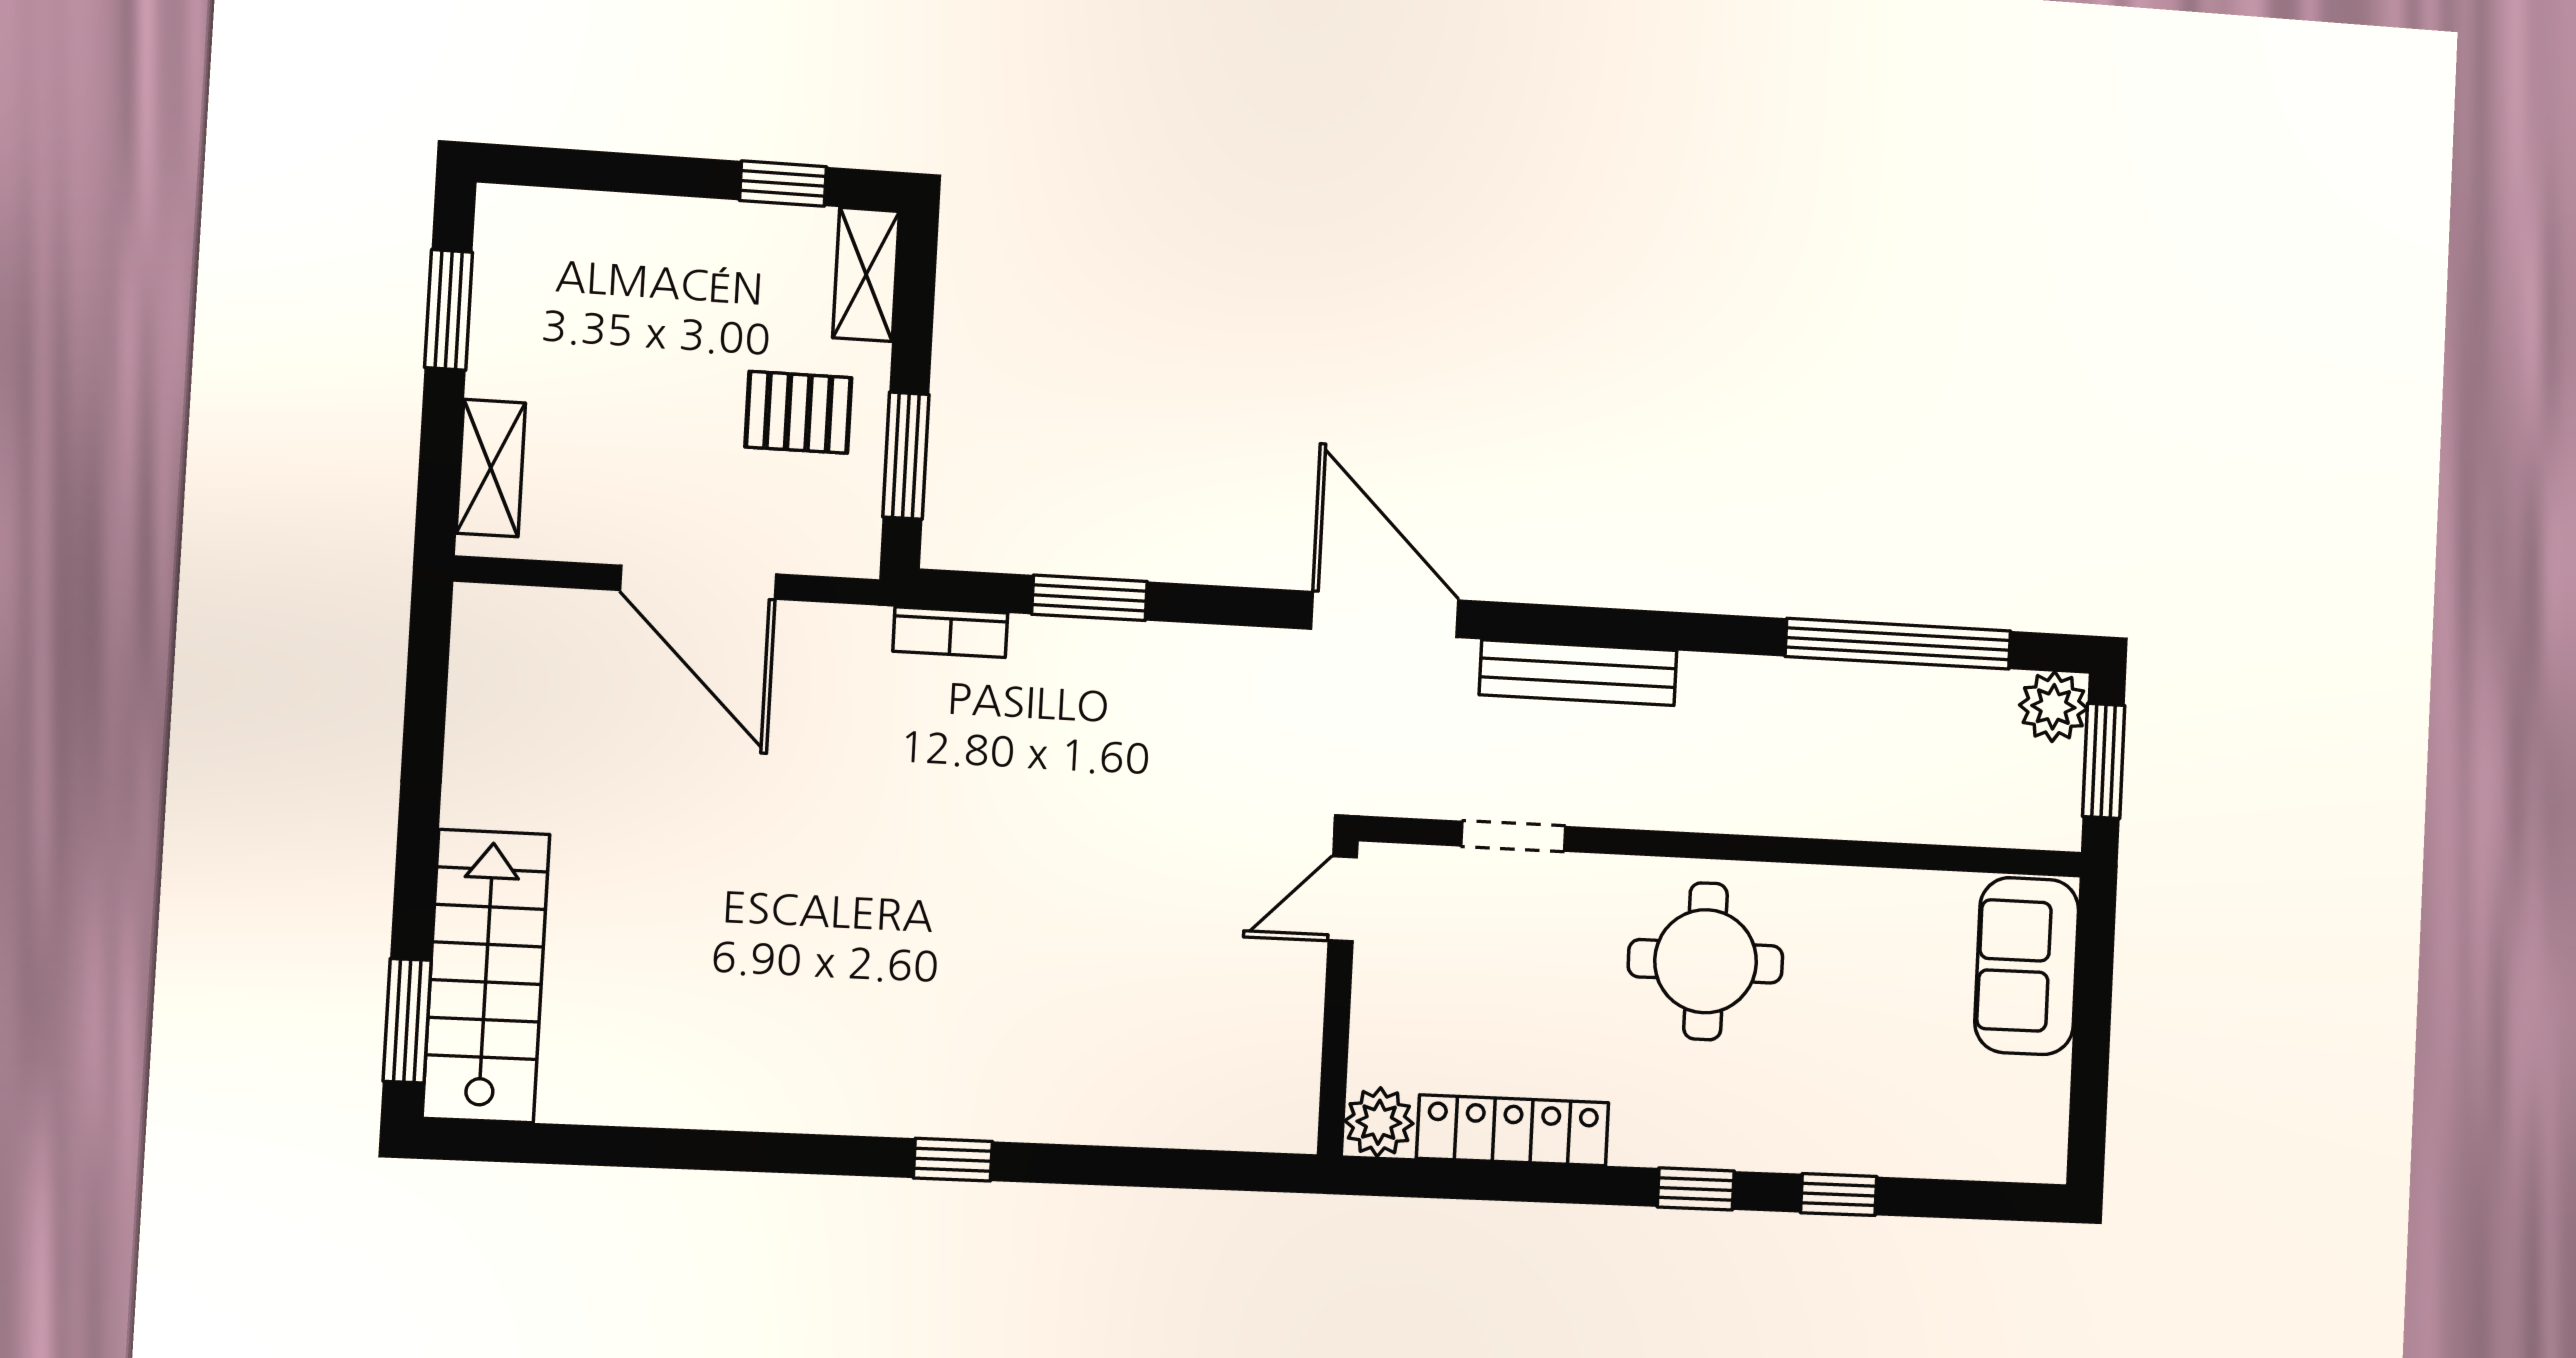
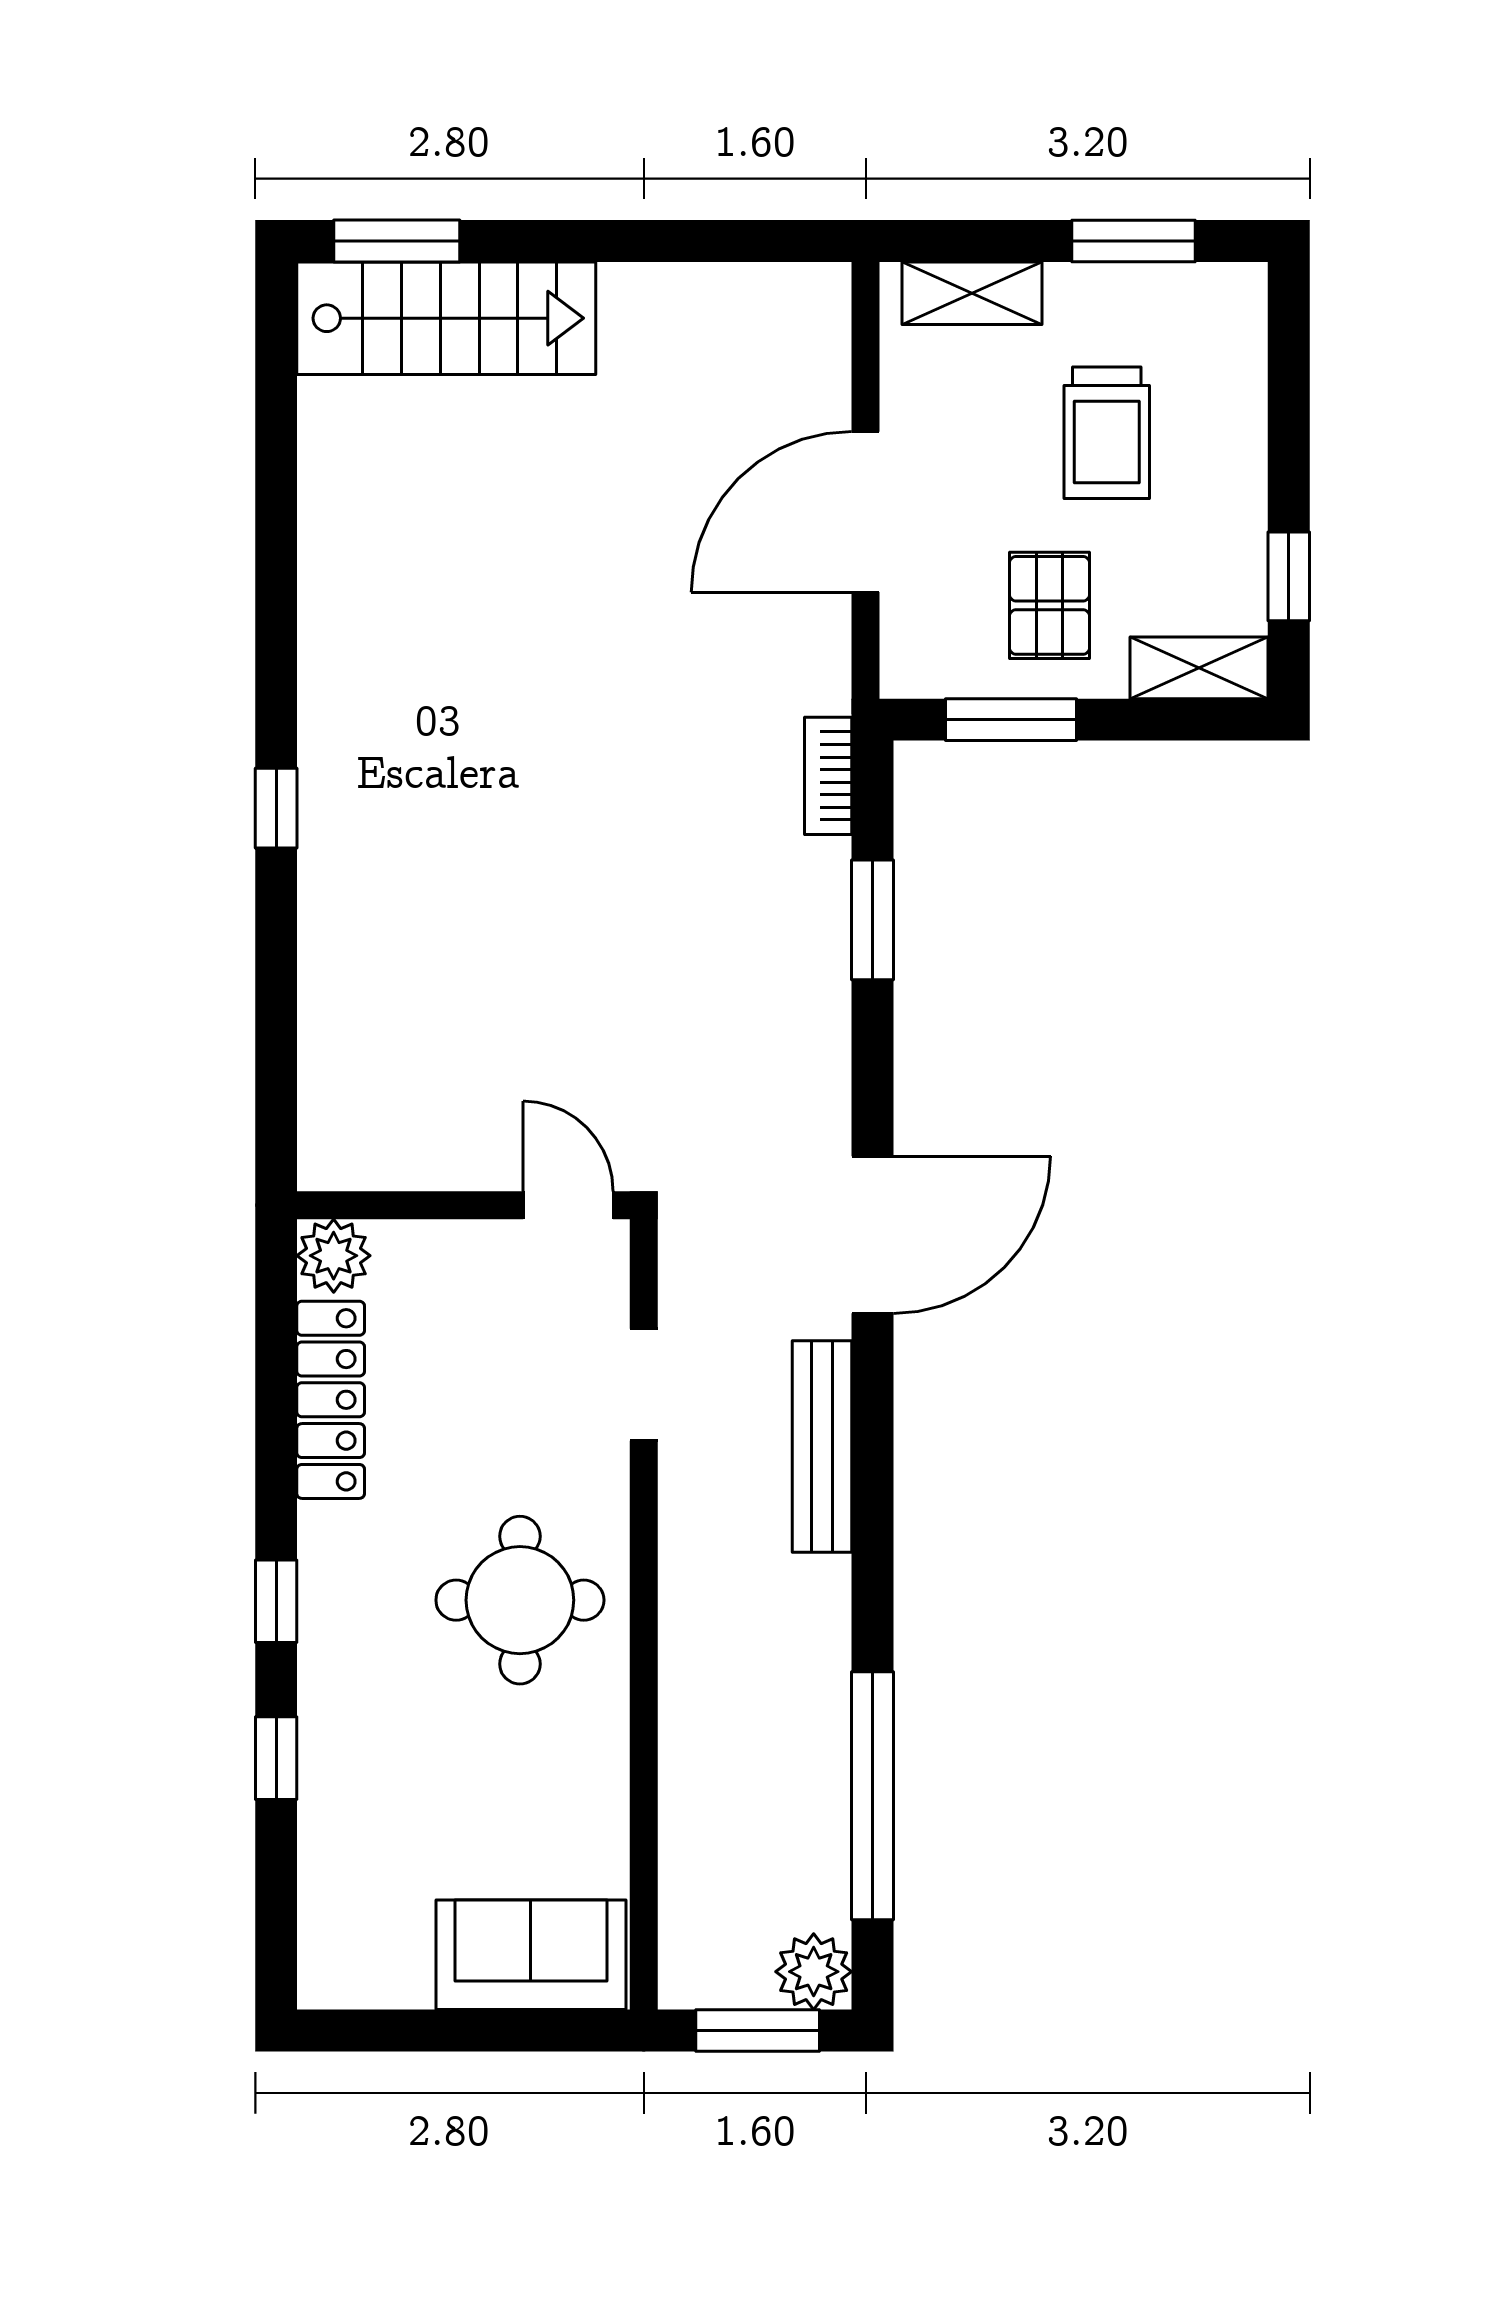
trolley: (634, 347) -> (1107, 433), added

